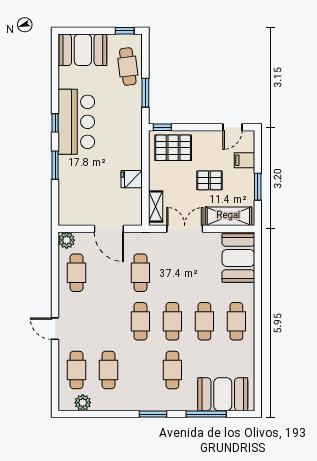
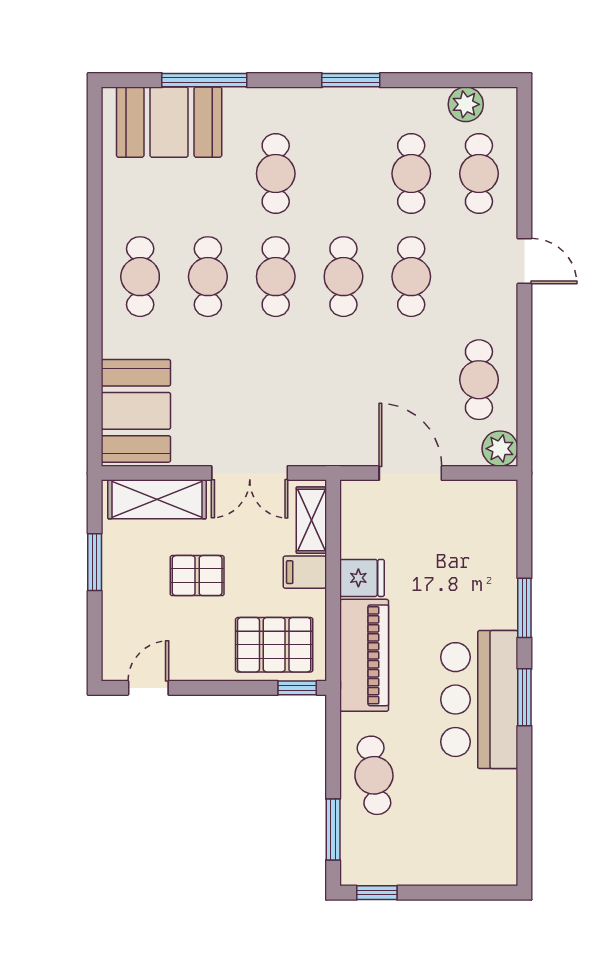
booth: (83, 50) -> (466, 852), removed
cafe table: (128, 67) -> (374, 775), moved
window: (145, 93) -> (333, 829), moved
window: (55, 123) -> (524, 697), width x1.50
piano: (131, 143) -> (364, 655), added
filing cabinet: (244, 160) -> (305, 572), moved, turned 180
cafe table: (140, 273) -> (411, 277), moved
window: (153, 414) -> (351, 80), moved

